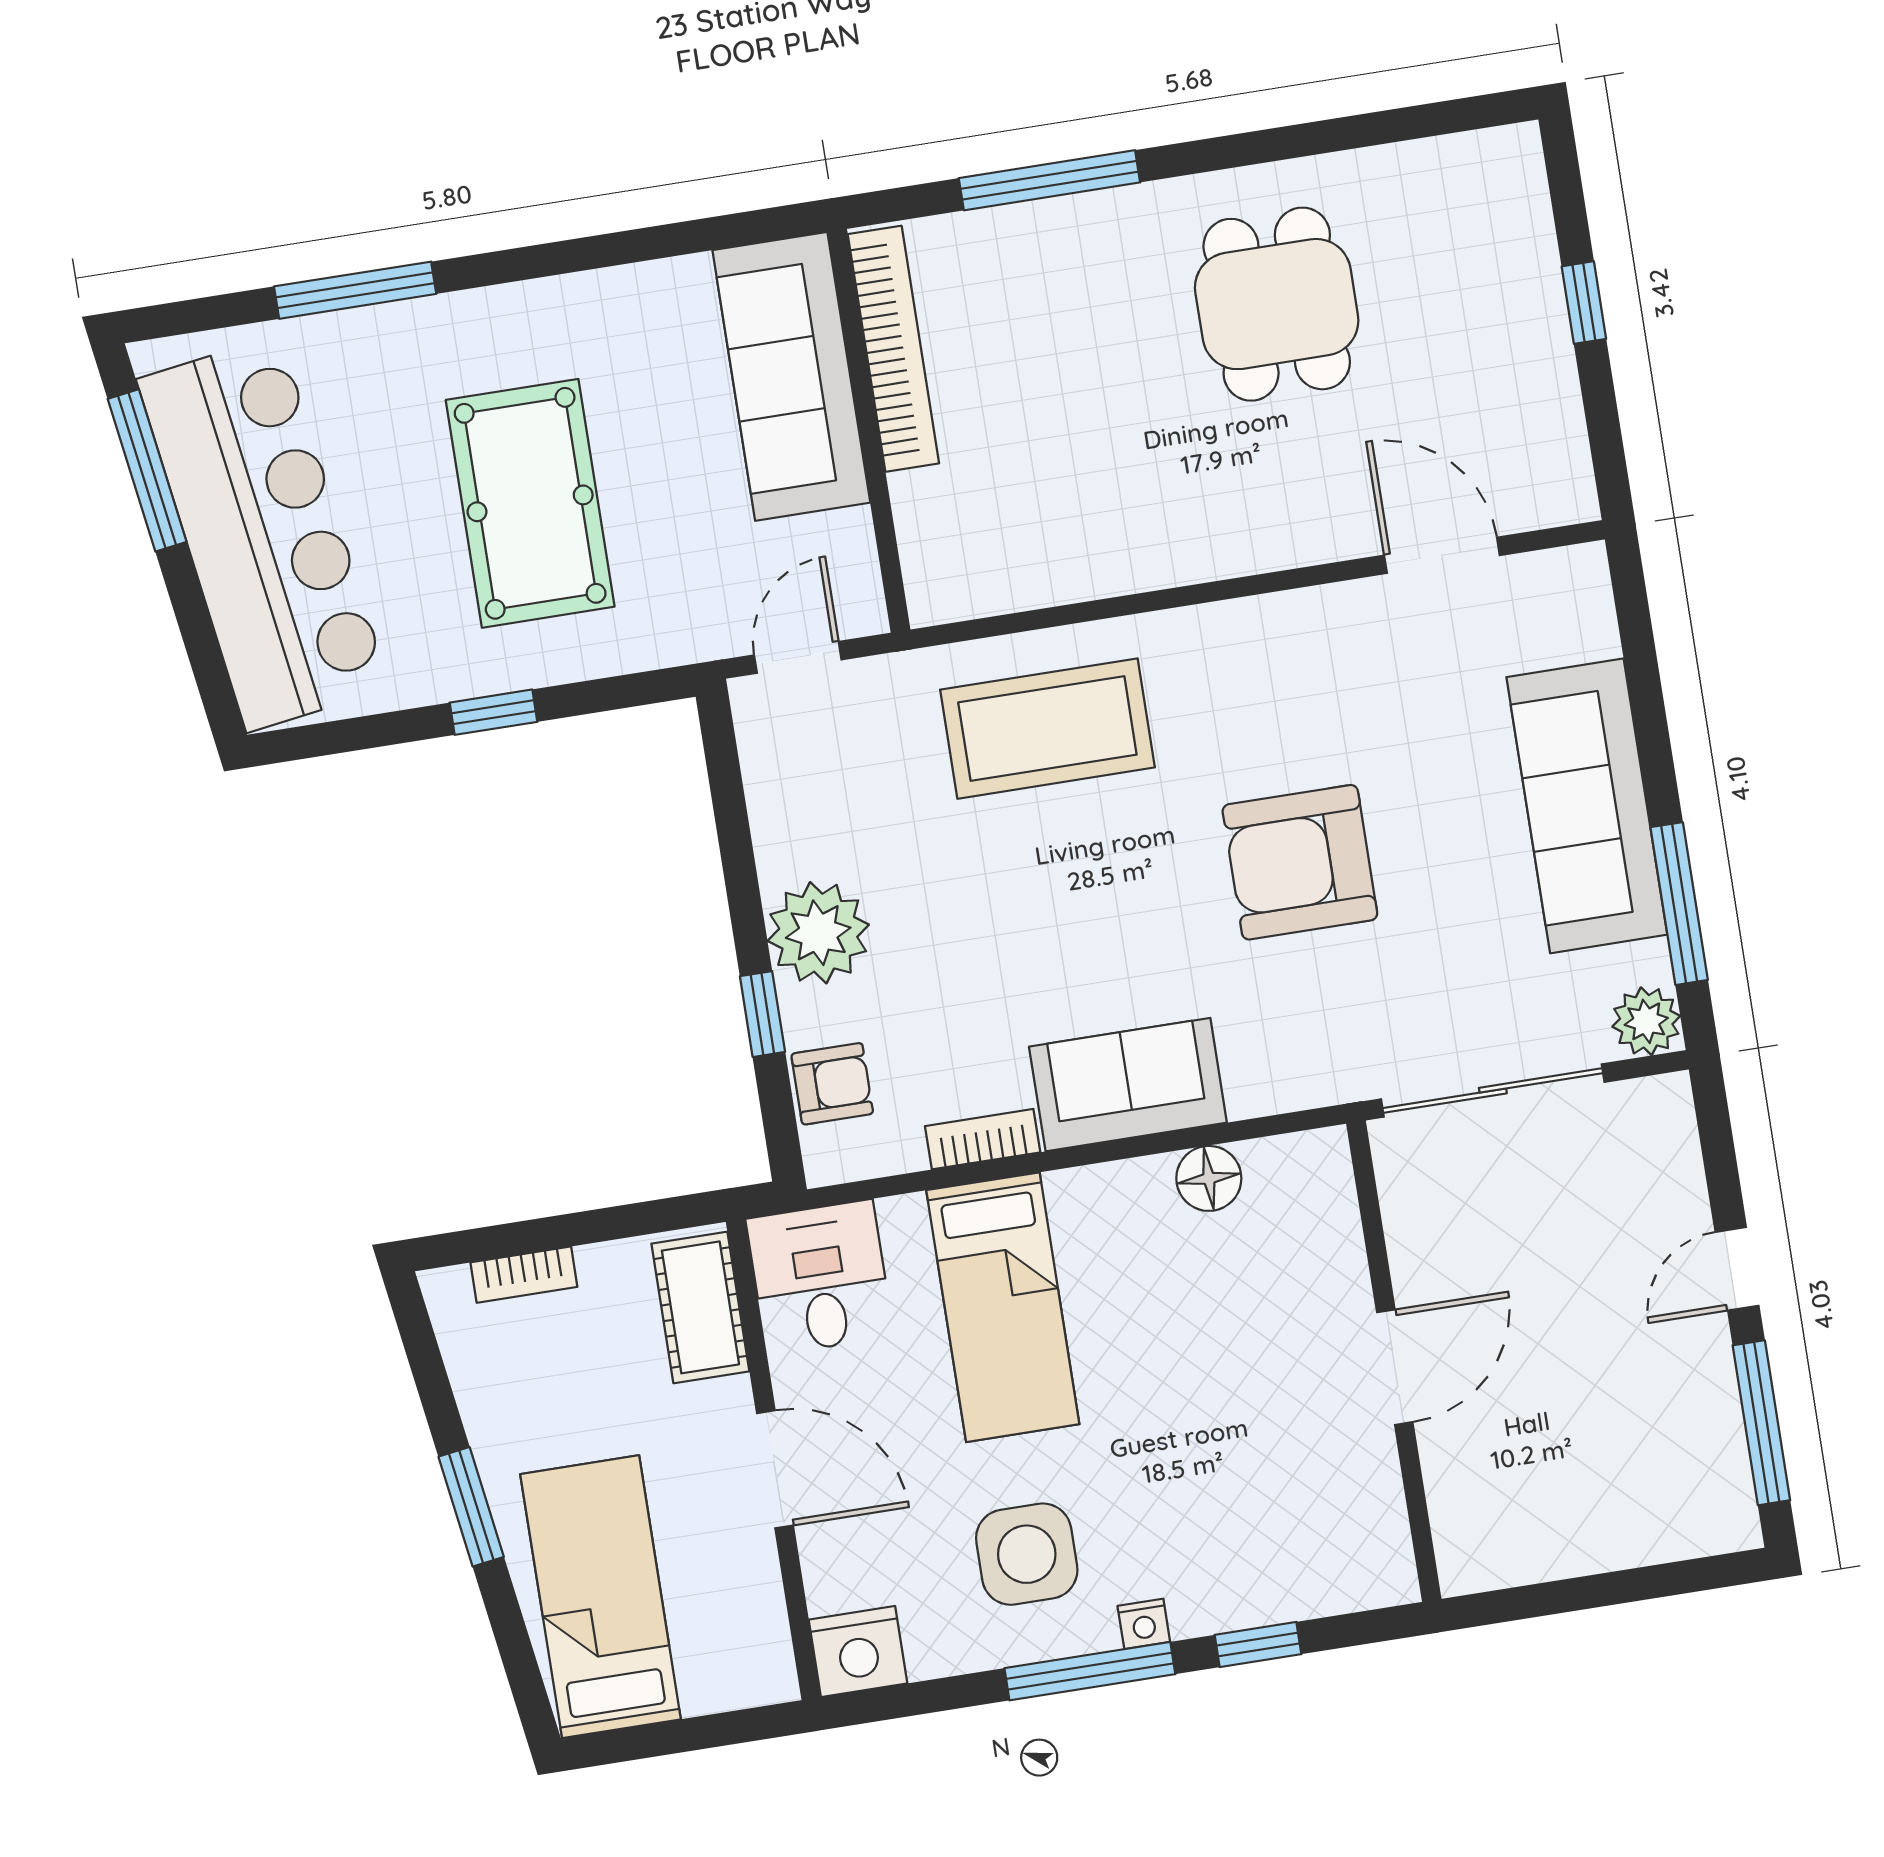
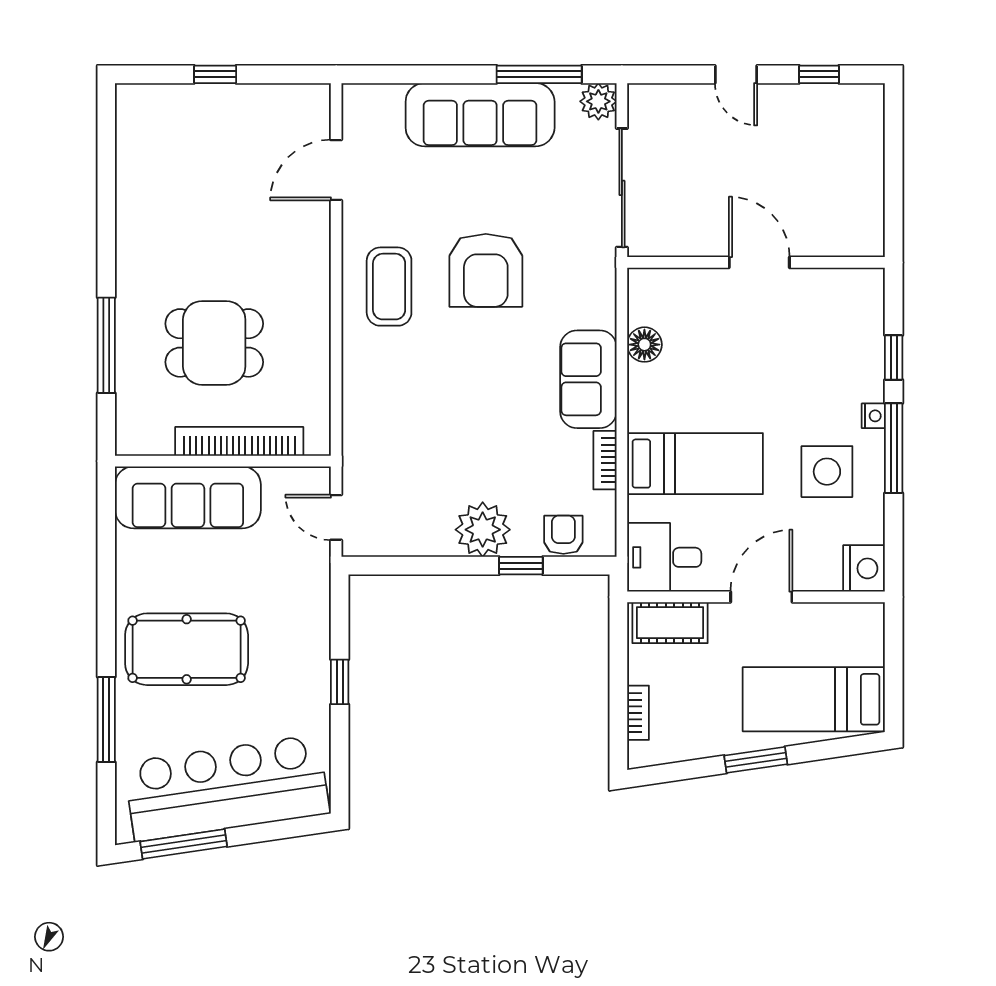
dining table: (1277, 304) -> (214, 343), moved
bookcase: (893, 349) -> (239, 441), moved
pool table: (530, 503) -> (187, 649), moved
coffee table: (1047, 729) -> (389, 287), moved, width x0.73, depth x0.76
window: (1761, 1423) -> (819, 74), width x0.46

